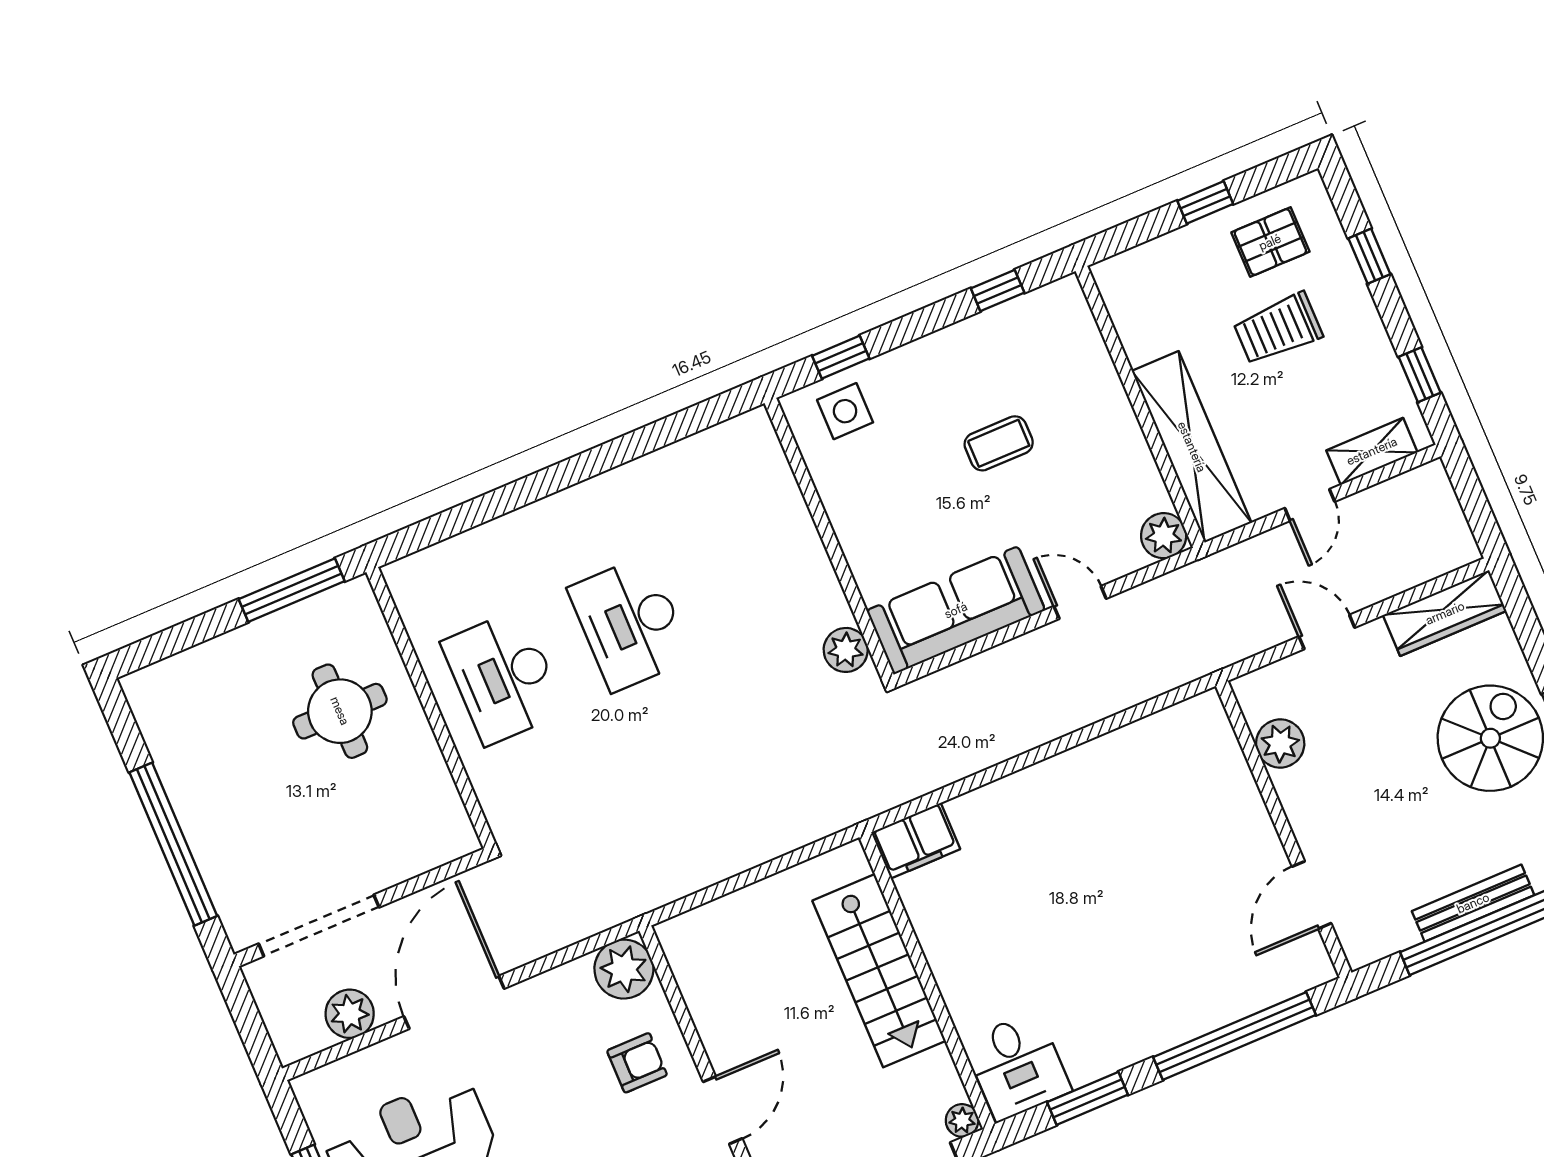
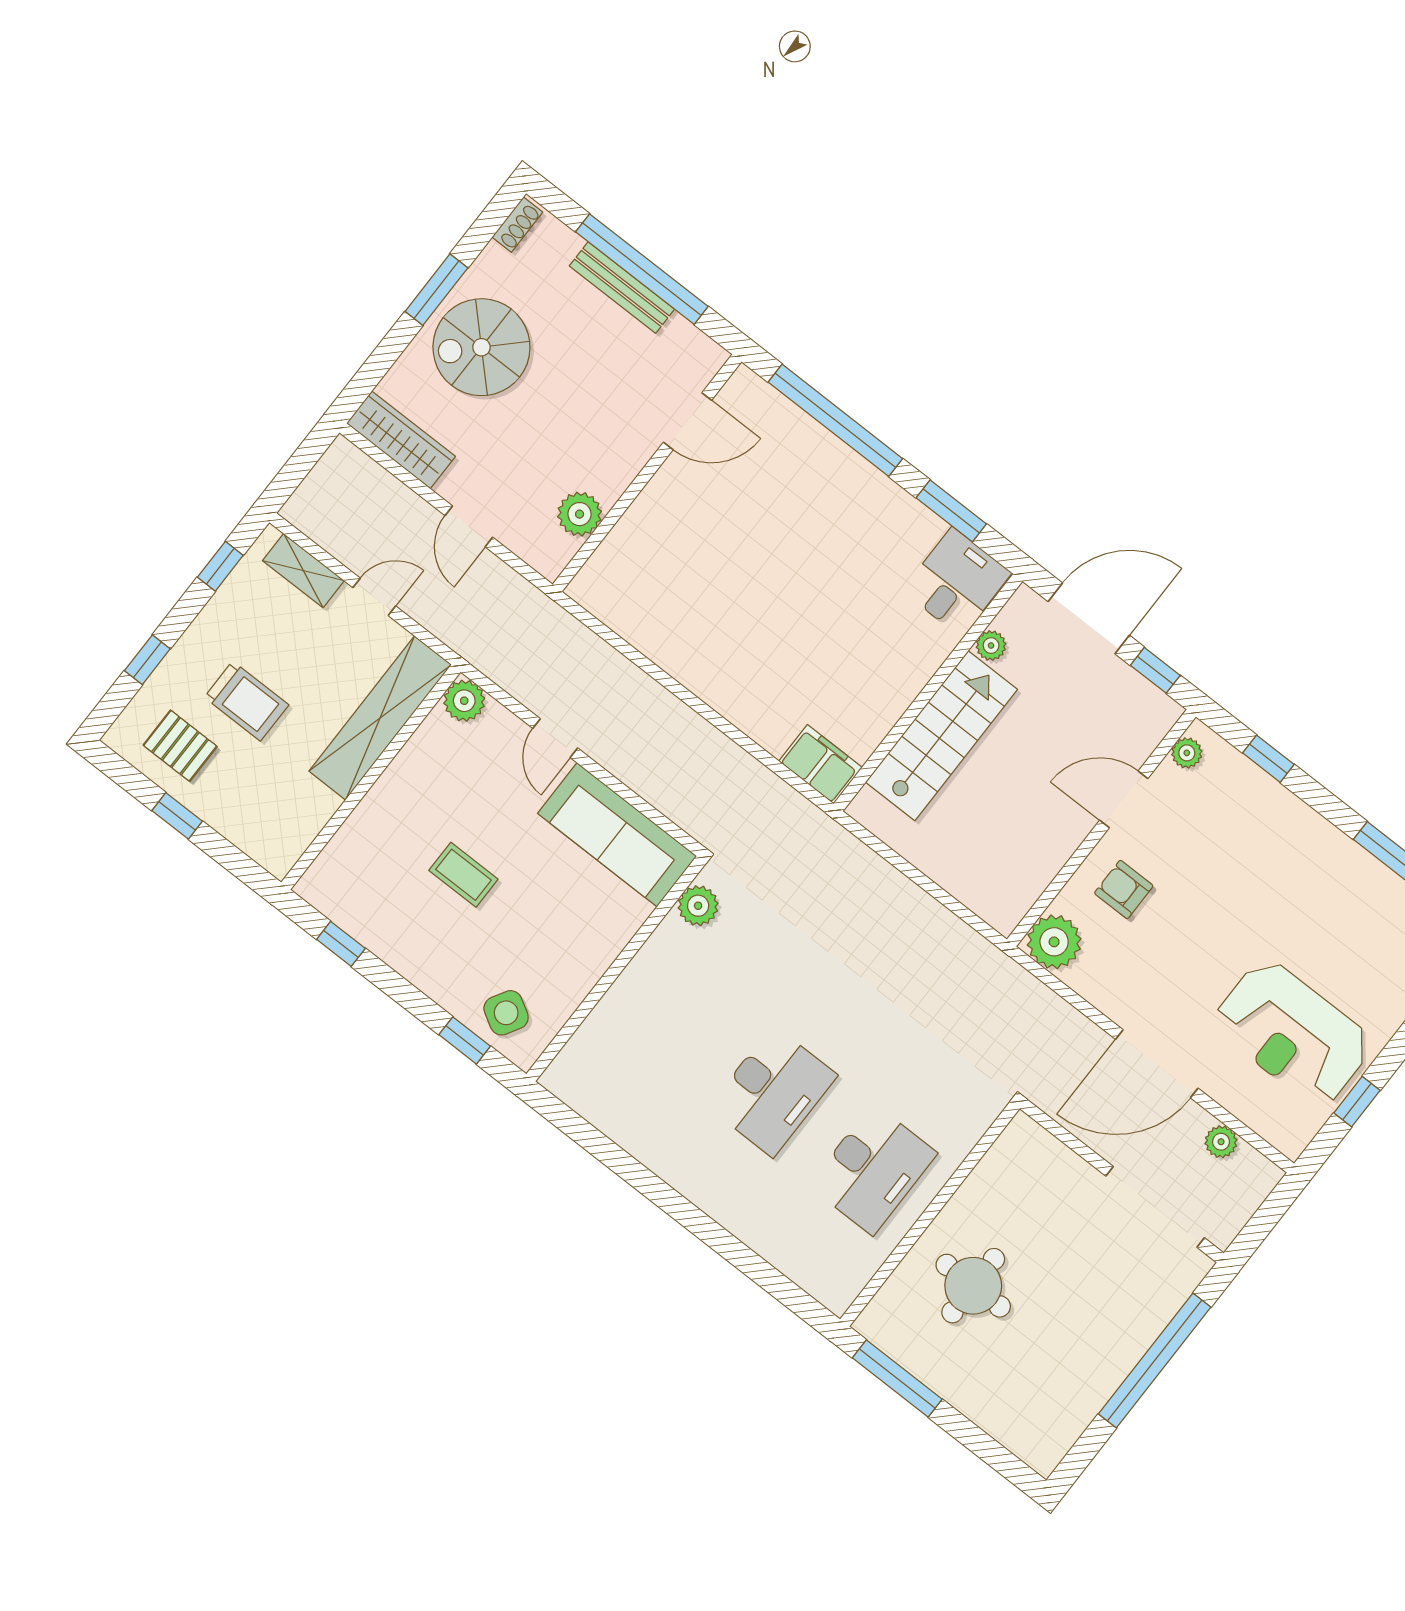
side table: (845, 411) -> (506, 1013), turned 30
plant: (350, 1014) -> (1221, 1142), width x0.73, depth x0.73
plant: (962, 1120) -> (991, 646), moved

